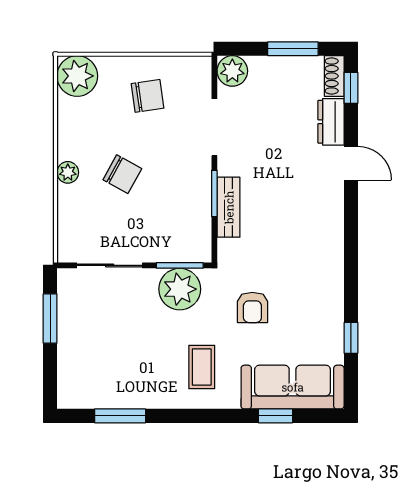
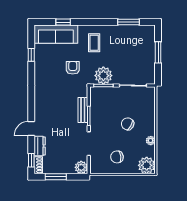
door: (351, 163) -> (31, 129), hinge flipped
plant: (68, 172) -> (151, 141), moved
window: (50, 319) -> (158, 52), moved

